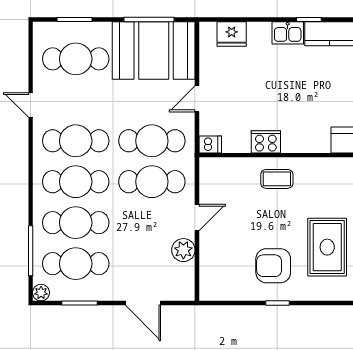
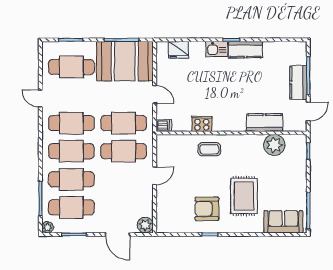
door: (197, 99) -> (155, 94), swing flipped
plant: (183, 250) -> (145, 225), moved

